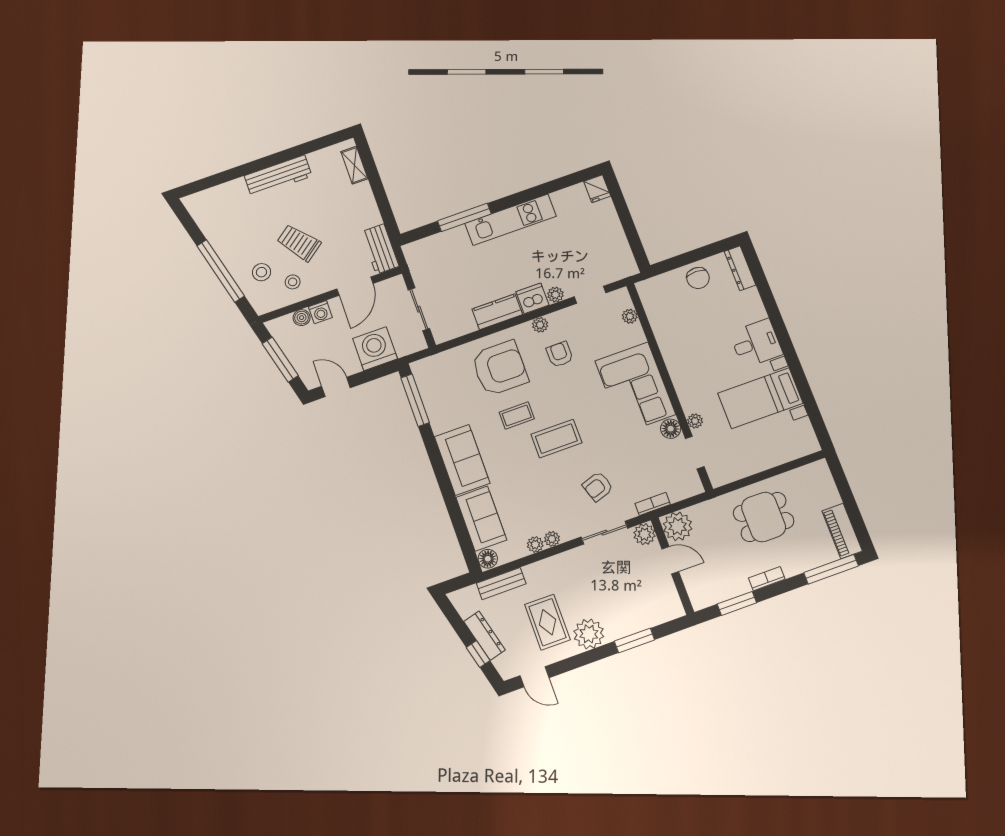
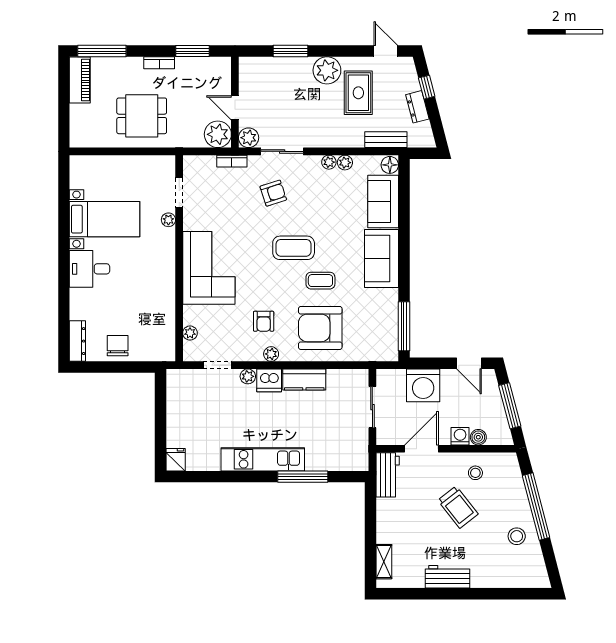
workbench: (278, 176) -> (447, 577), width x0.73
stool: (262, 272) -> (517, 536), moved
floor lamp: (671, 429) -> (192, 221), removed
dresser: (484, 636) -> (417, 107), width x0.70

